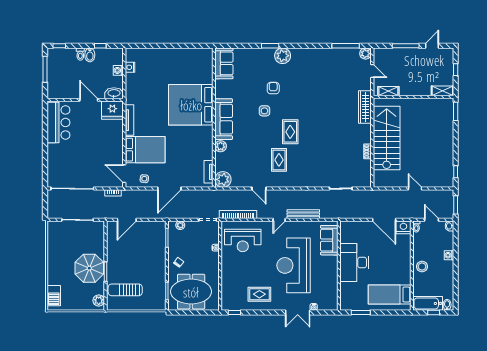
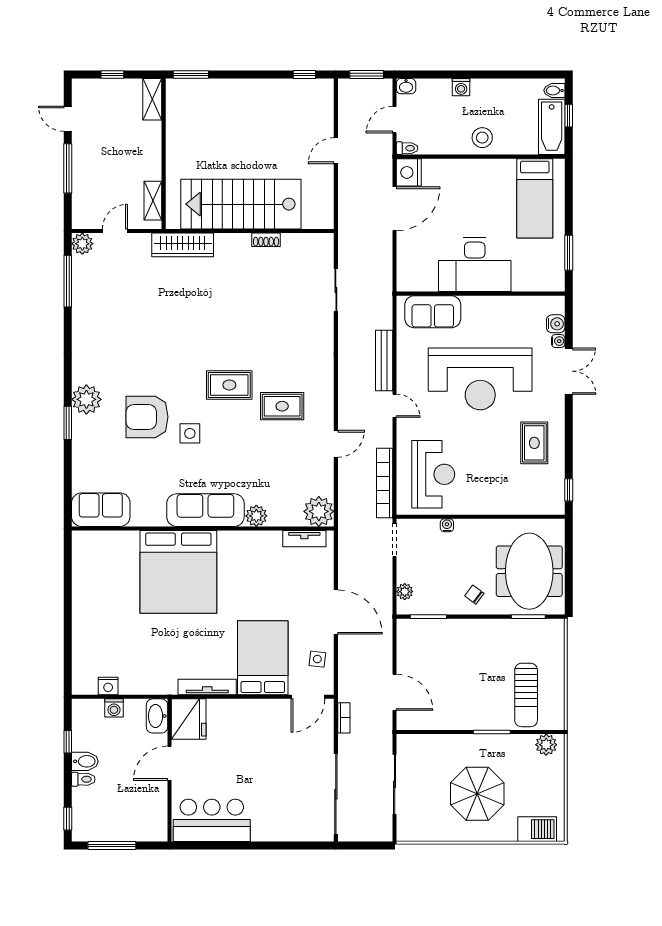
armchair: (273, 88) -> (147, 417), width x1.88, depth x1.88
parasol: (89, 268) -> (477, 794), moved
water cooler: (323, 306) -> (556, 324), added

